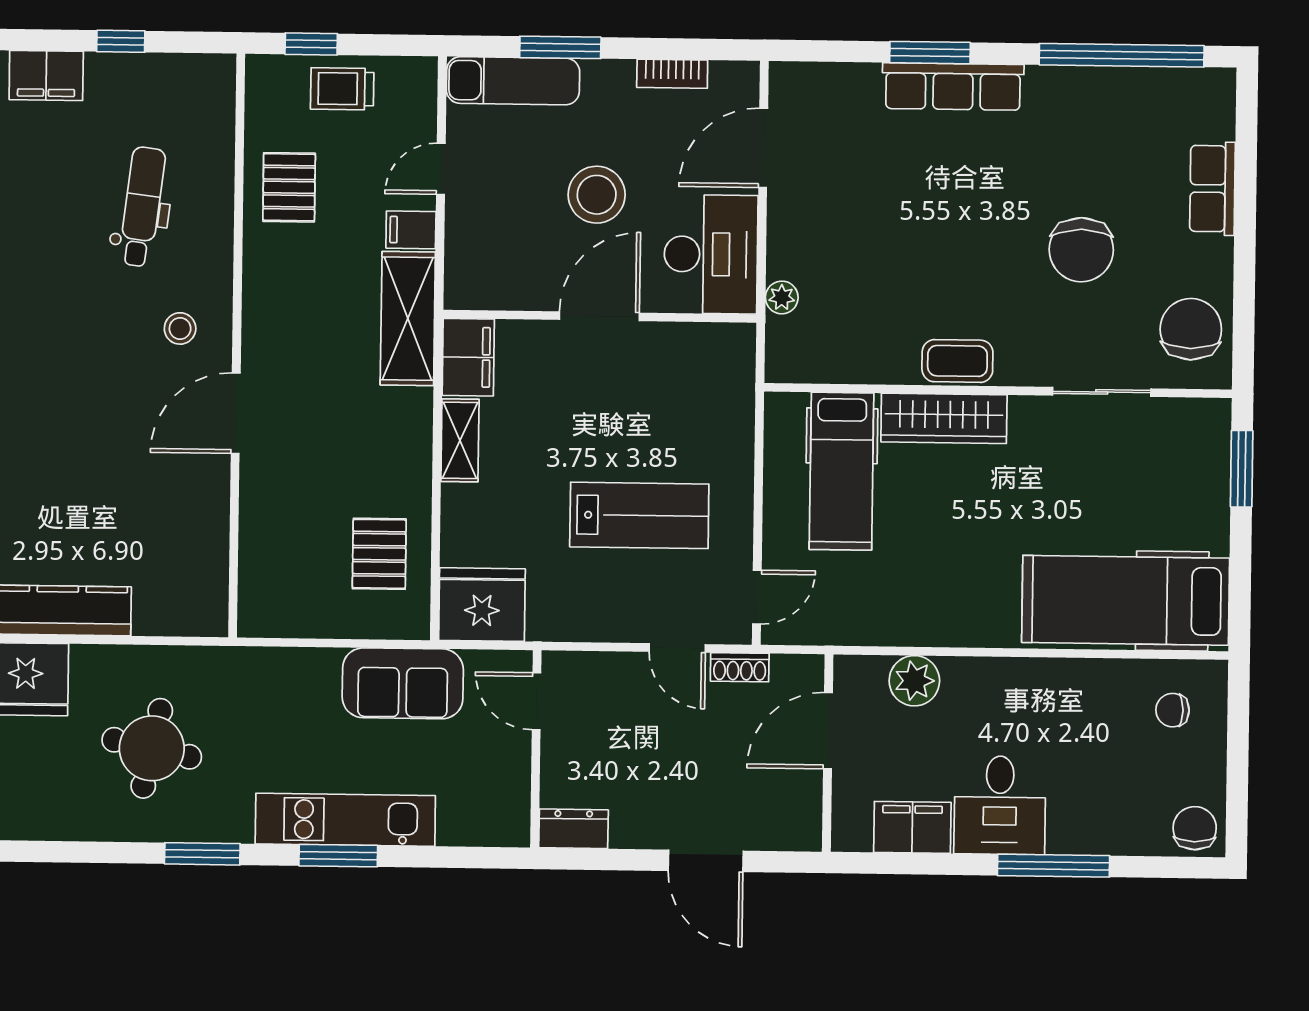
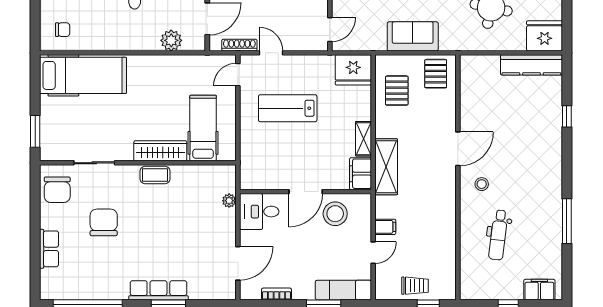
pallet: (289, 187) -> (436, 74), moved
stool: (597, 195) -> (335, 214), moved
desk: (711, 254) -> (259, 212), width x0.73
shelving: (408, 319) -> (386, 167), moved
shoe rack: (740, 667) -> (239, 45), width x1.43
sofa: (403, 683) -> (413, 36), moved
door: (536, 701) -> (330, 30), hinge flipped

